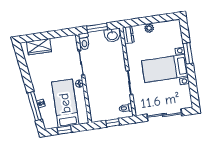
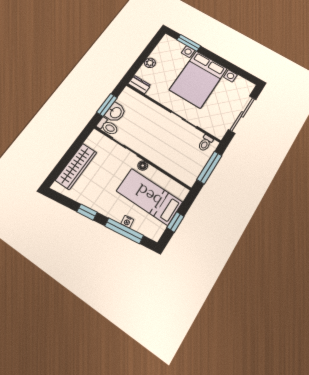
washbasin: (112, 35) -> (115, 112), moved
wardrobe: (39, 47) -> (76, 166), width x1.50
window: (188, 53) -> (189, 43), moved
bed with nightstands: (165, 68) -> (198, 79), width x1.36
window: (26, 77) -> (87, 212), added
window: (113, 123) -> (209, 167), width x2.17

